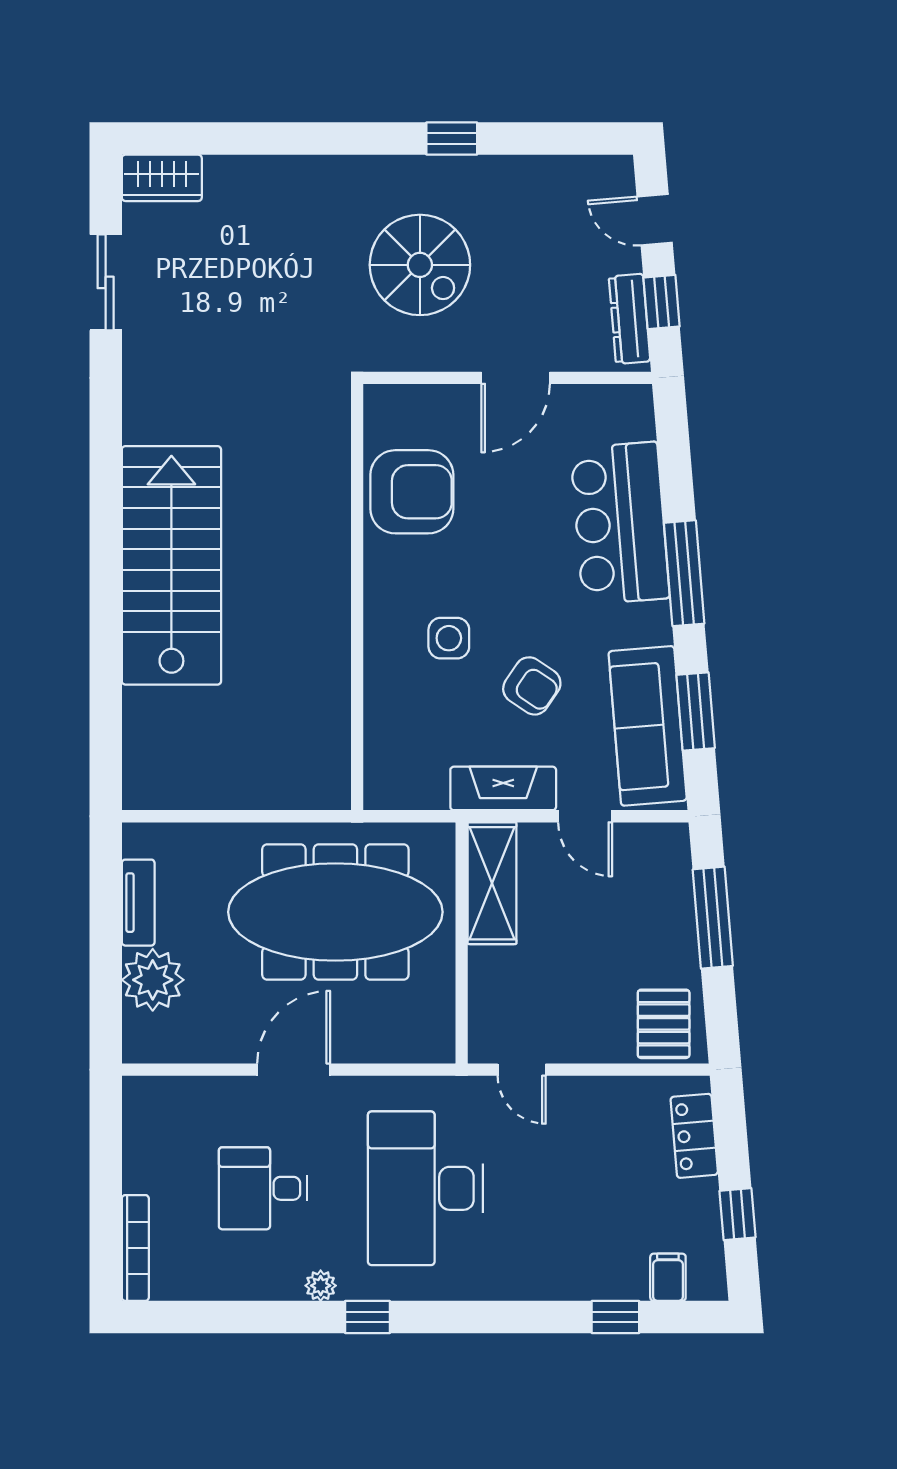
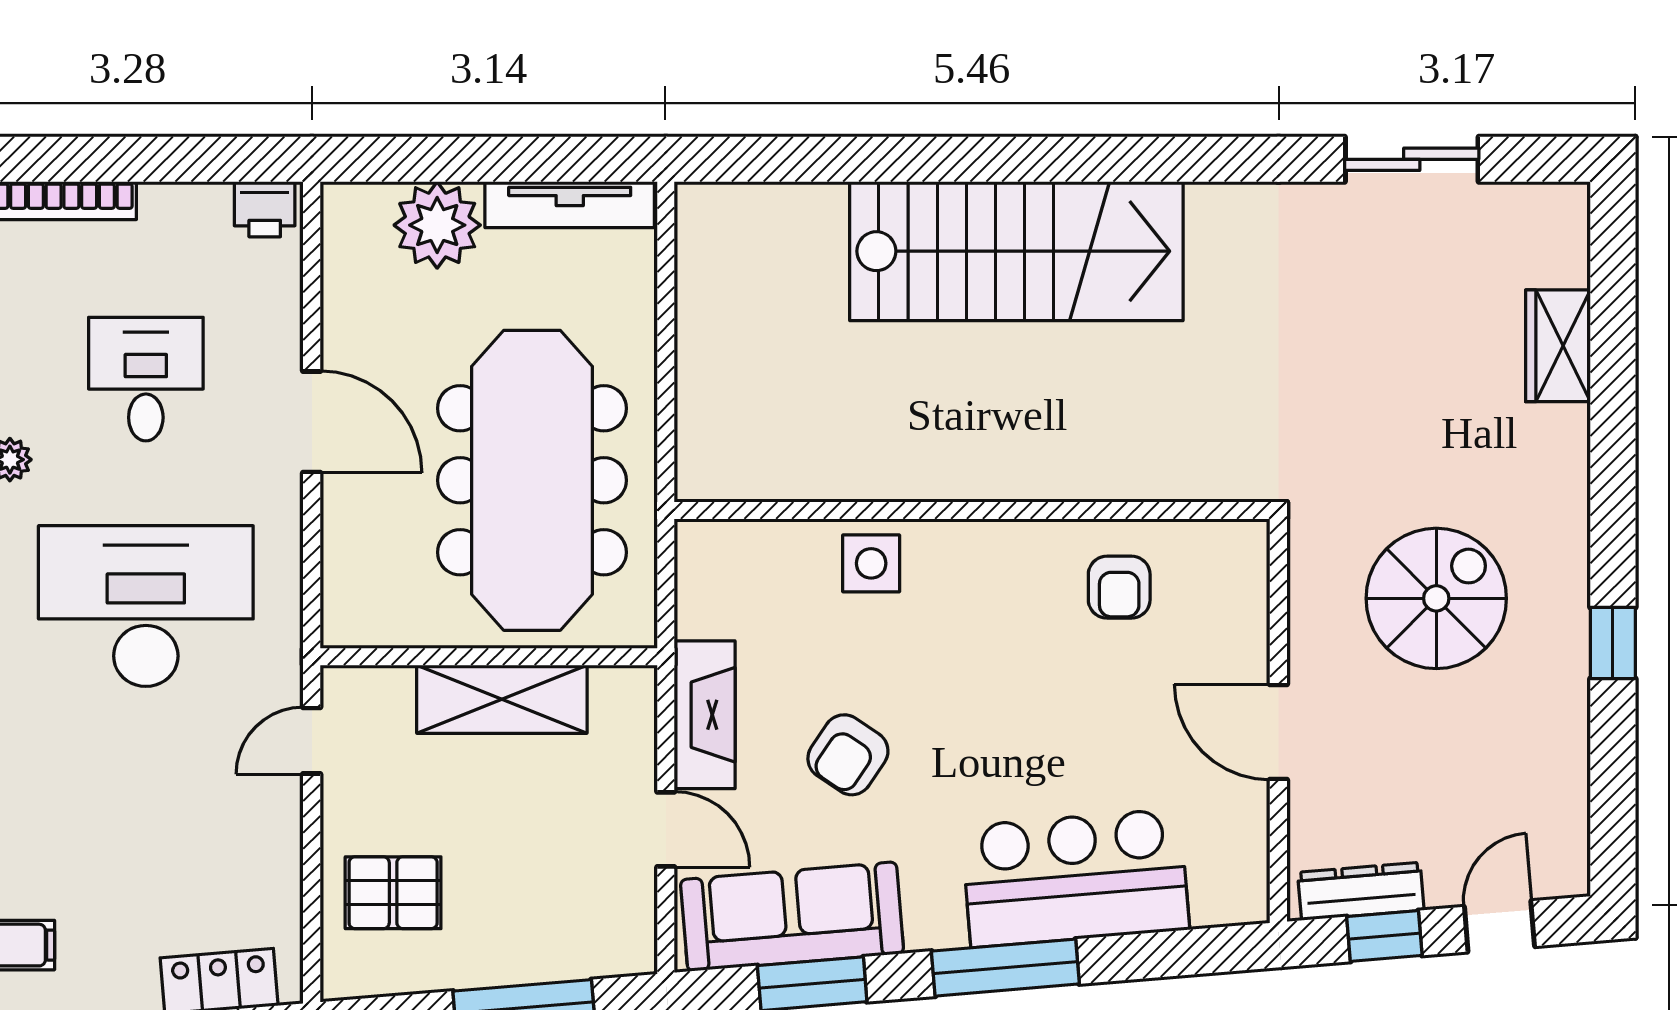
wardrobe: (162, 178) -> (1558, 346), moved
spiral stairs: (420, 265) -> (1436, 598), turned 180
armchair: (412, 492) -> (1119, 587), width x0.53, depth x0.53
side table: (449, 638) -> (871, 563), moved
door: (585, 816) -> (666, 829), swing flipped
shelving: (492, 883) -> (502, 699), moved
tv unit: (138, 903) -> (570, 205), width x1.41
pallet: (664, 1024) -> (393, 893), moved
printer: (141, 1103) -> (265, 209), added

